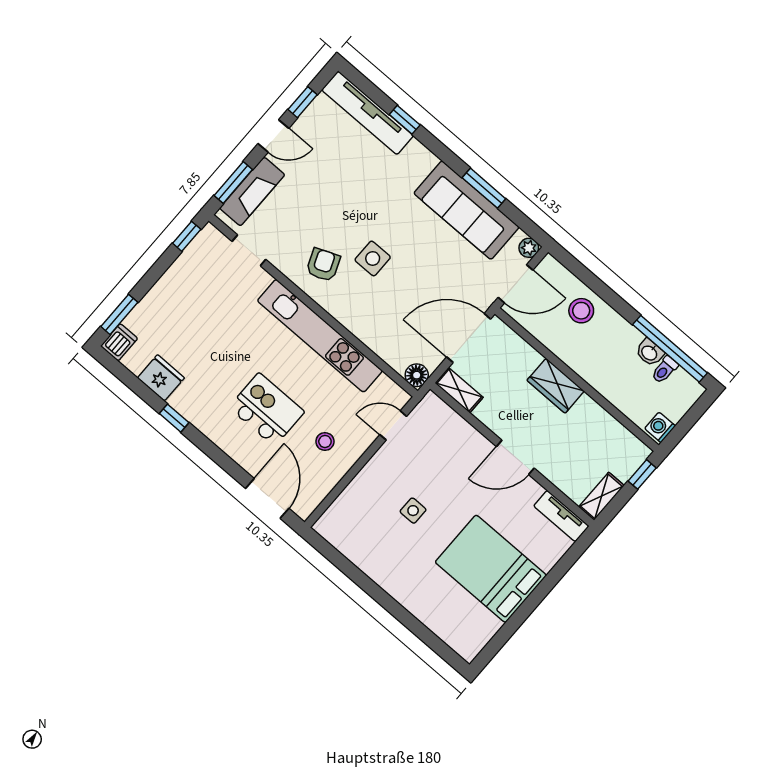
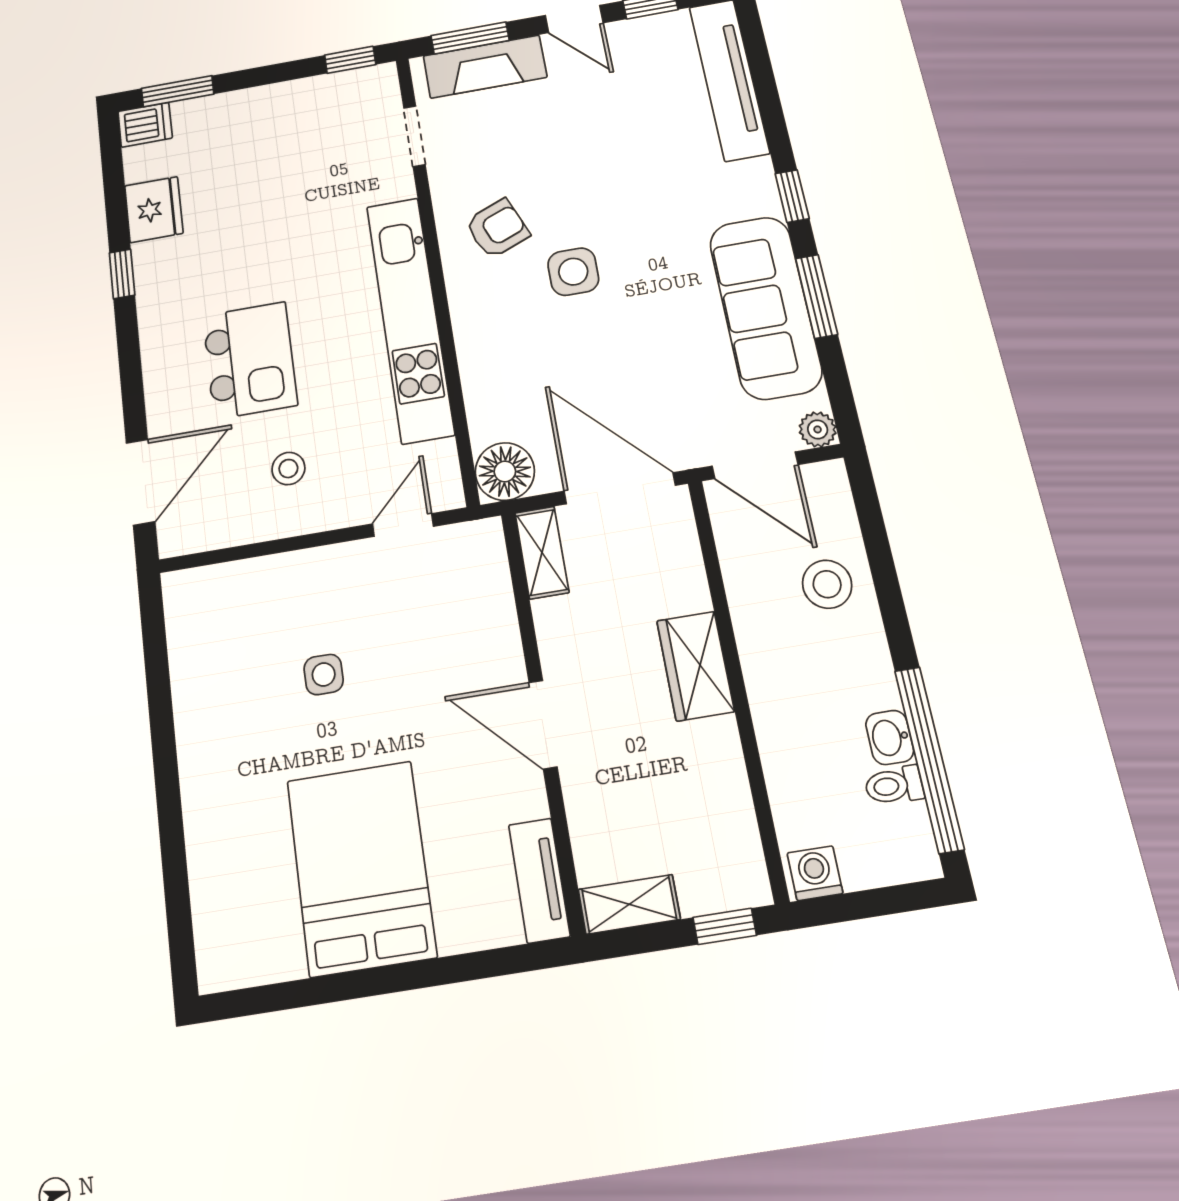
window: (405, 120) -> (792, 196), moved
floor lamp: (417, 375) -> (505, 471), width x1.38, depth x1.38
door: (393, 425) -> (403, 525), hinge flipped

